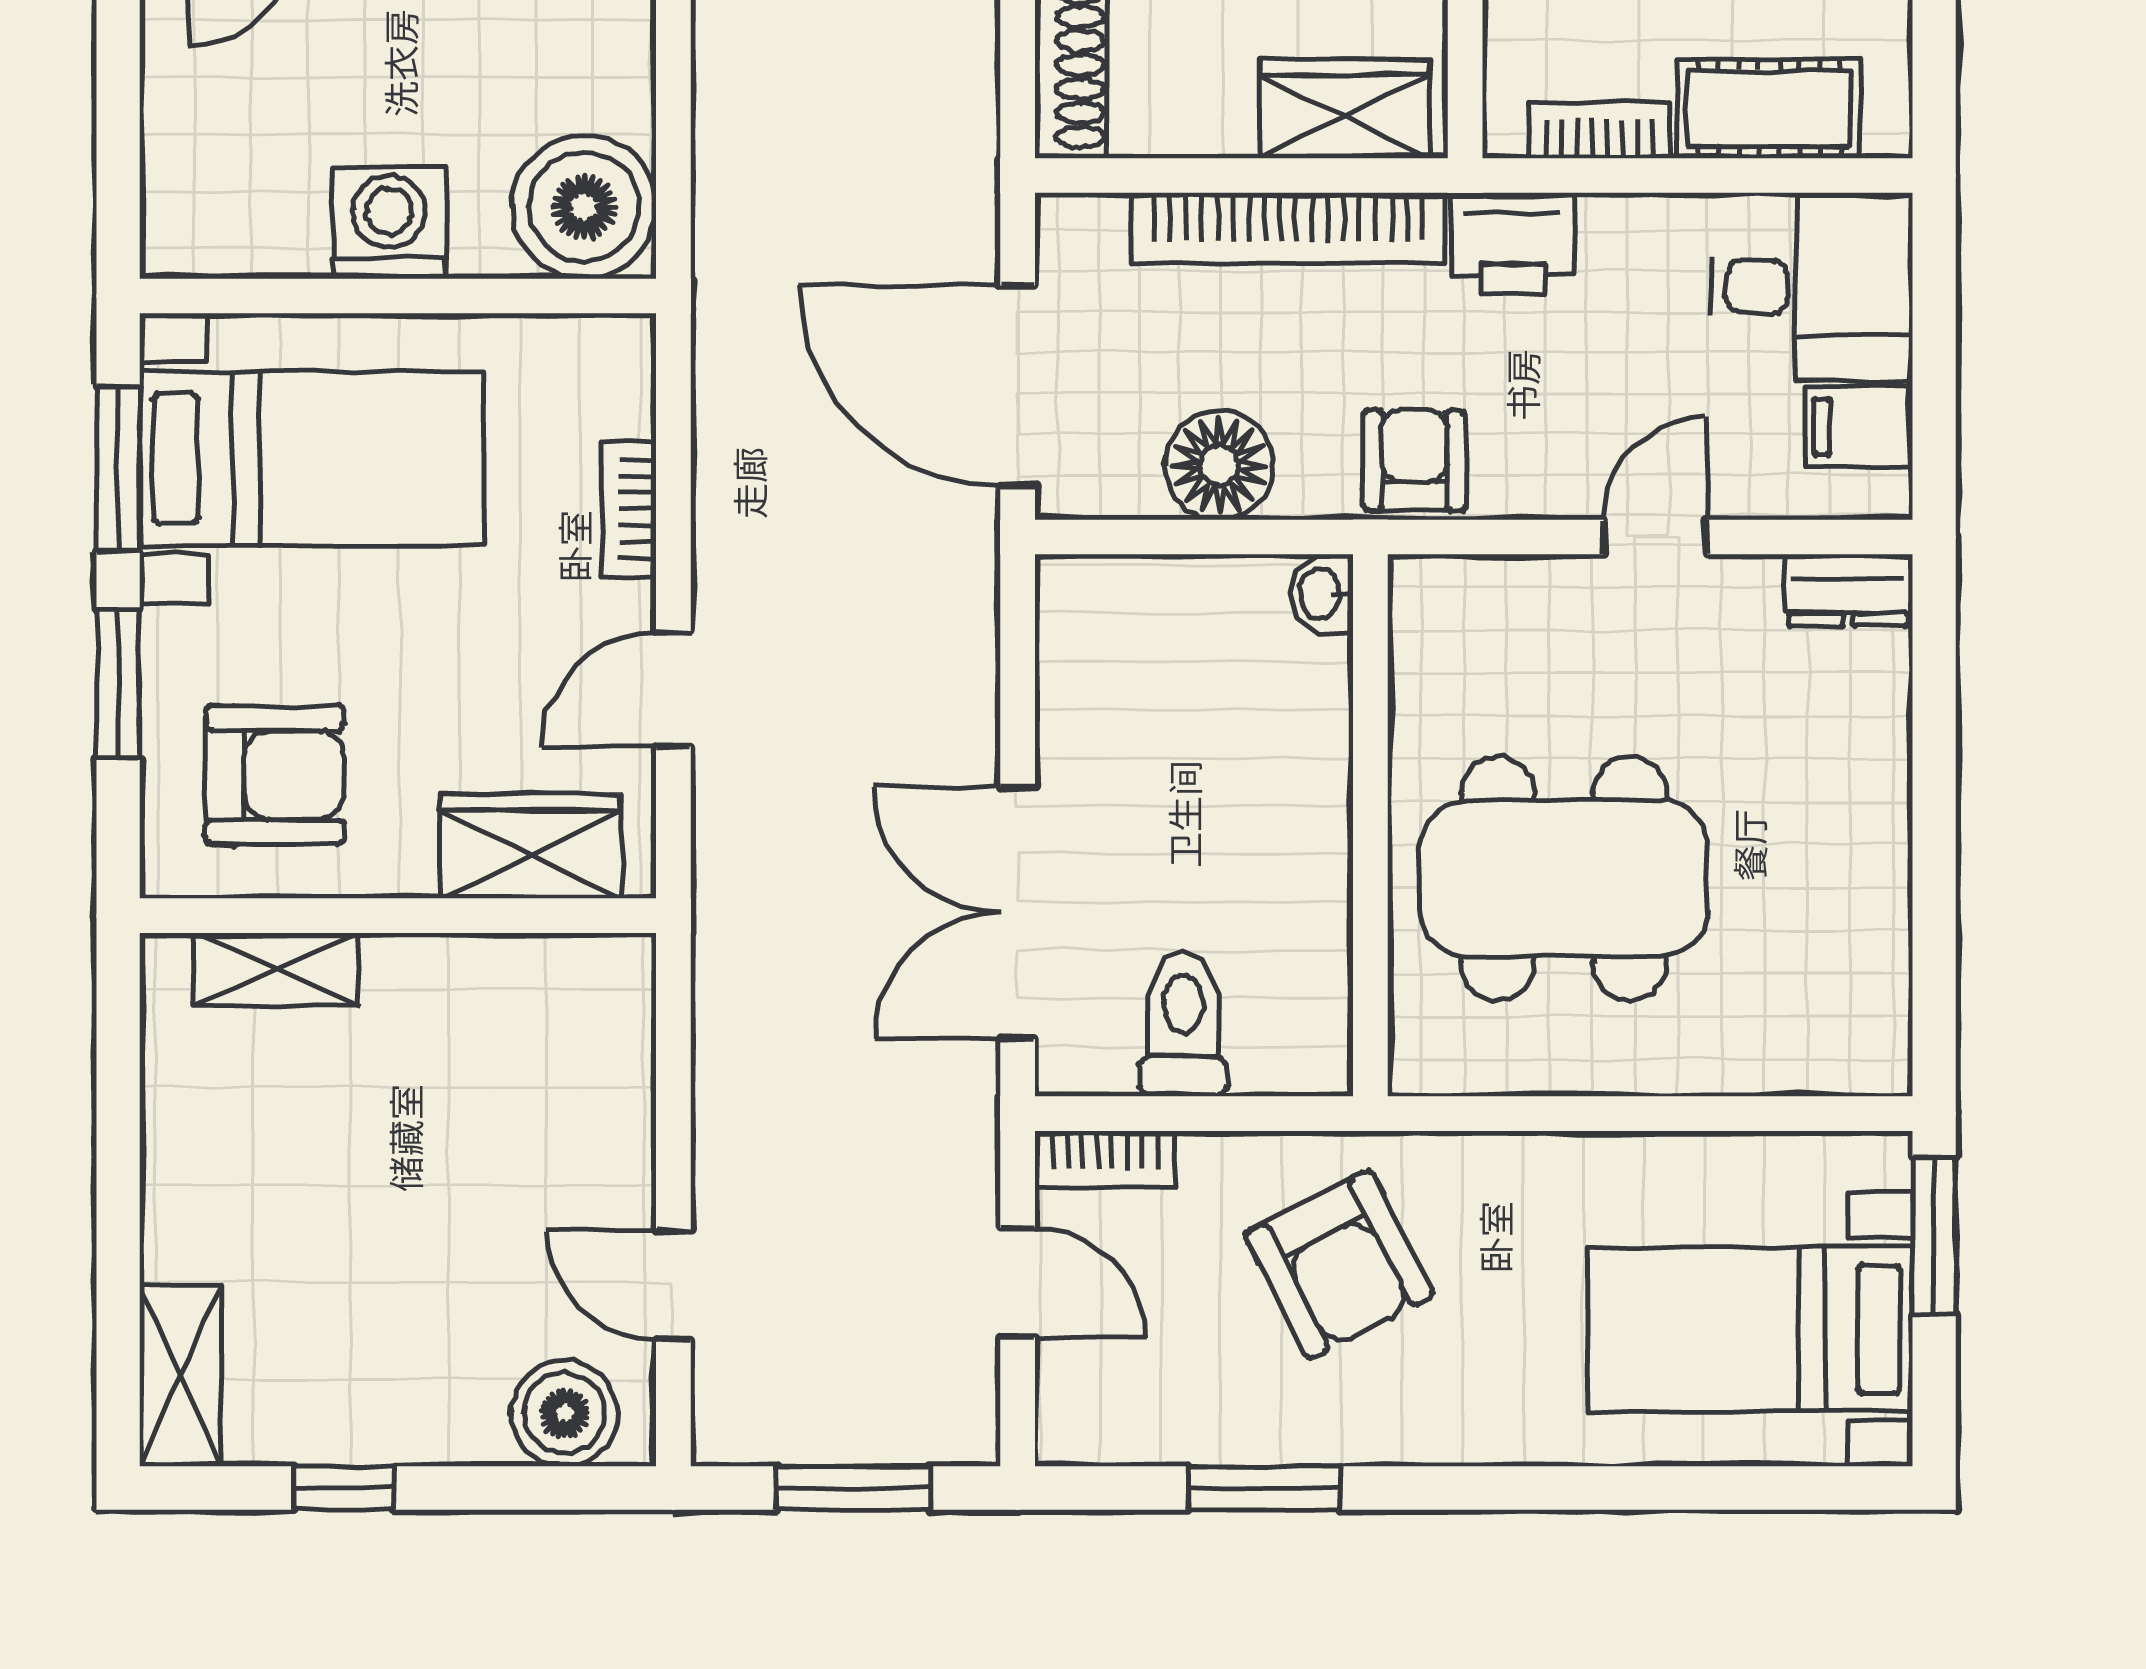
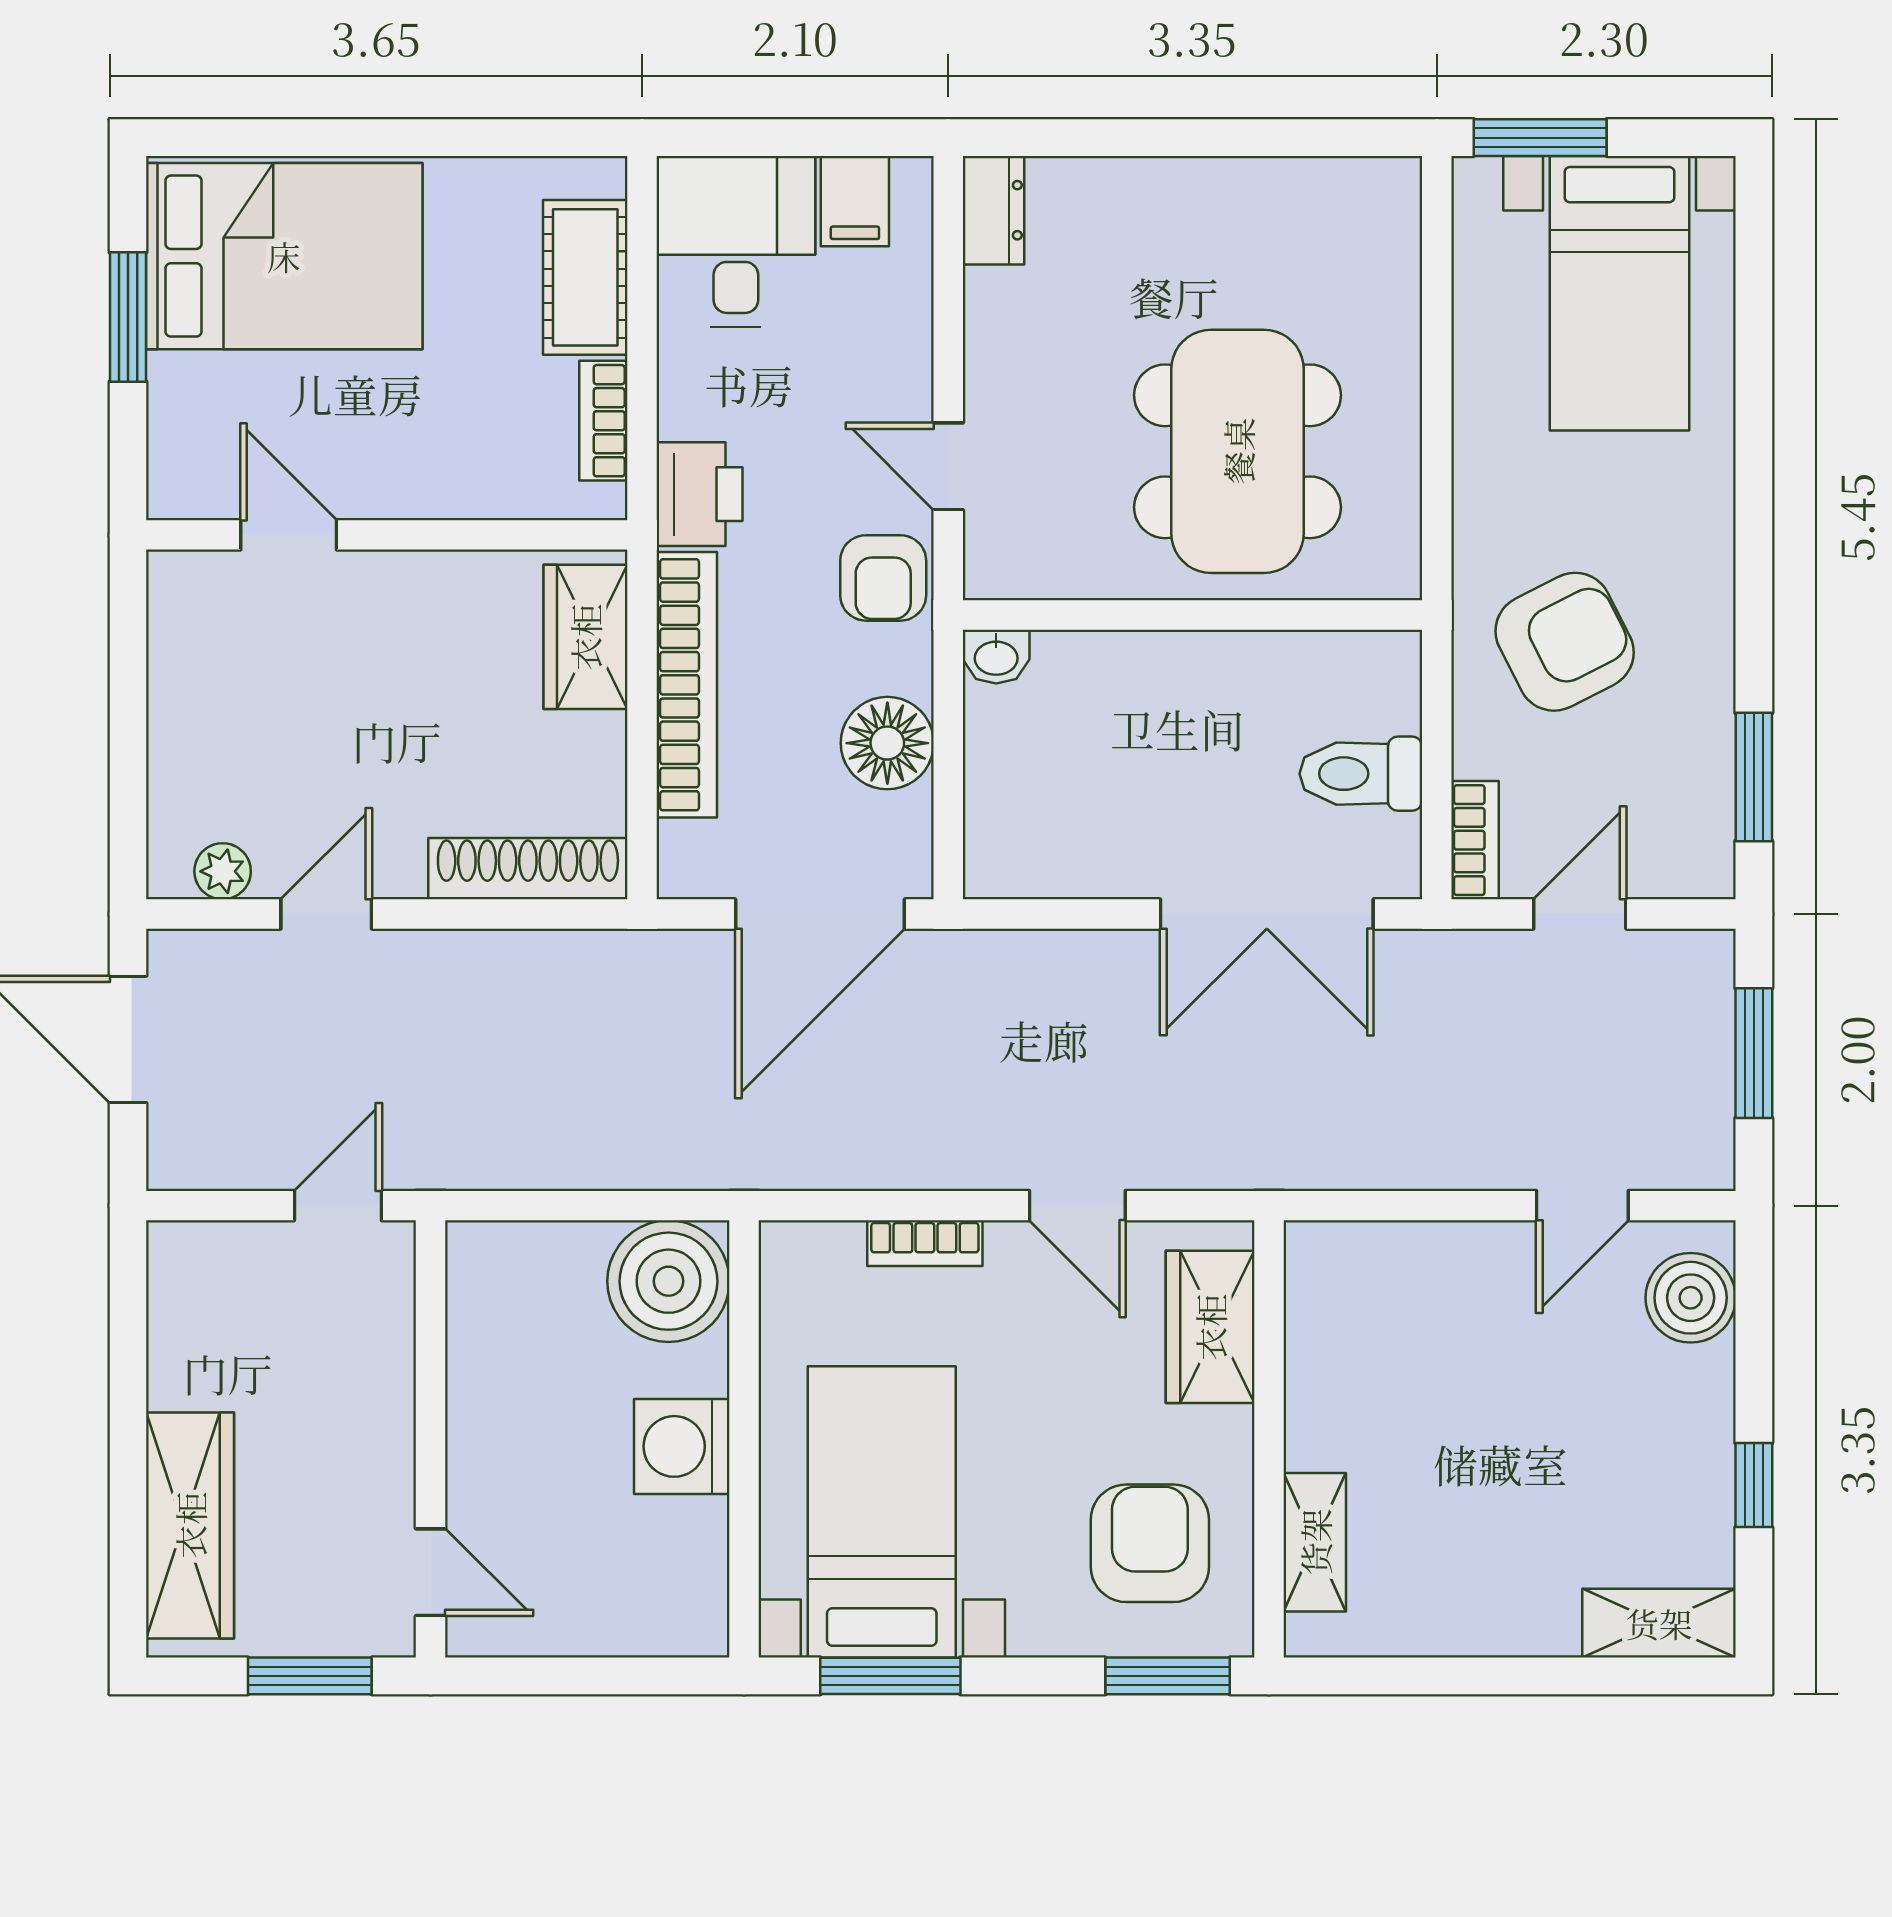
armchair: (1414, 460) -> (883, 578), turned -90
door: (1655, 537) -> (948, 466), moved
window: (118, 684) -> (1168, 1676), moved
window: (1264, 1488) -> (1754, 777), moved

